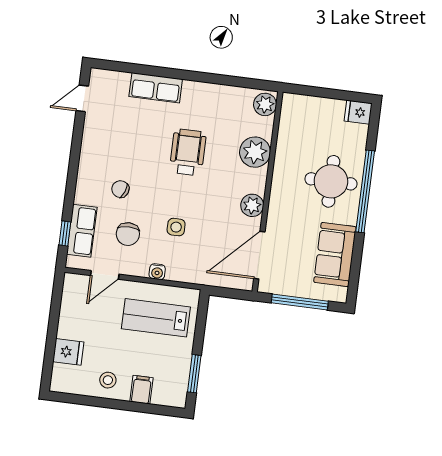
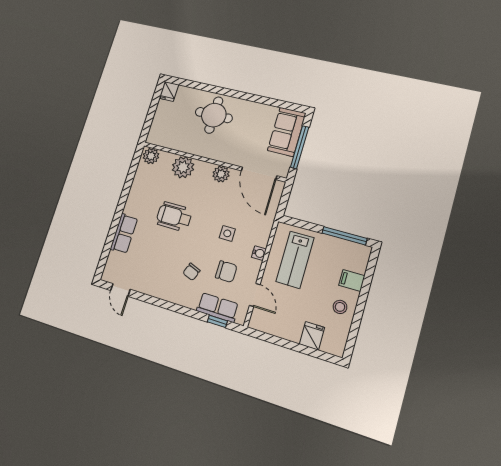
window: (365, 191) -> (225, 92), removed
sofa: (335, 254) -> (287, 132), moved, turned 90
window: (194, 374) -> (344, 236), width x1.44

